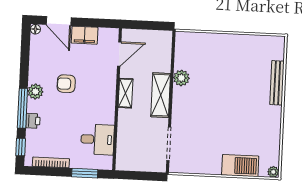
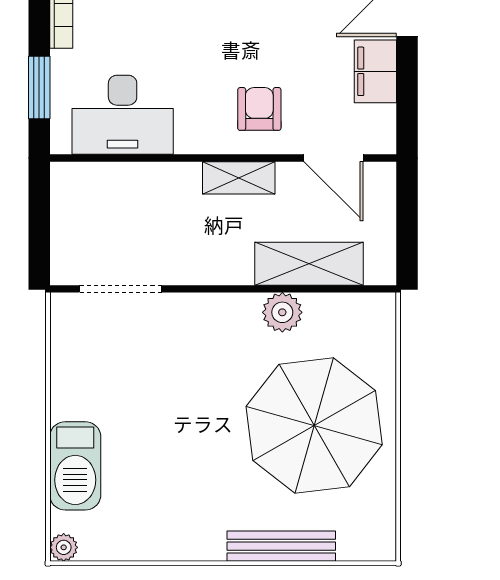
parasol: (228, 67) -> (314, 425), added
armchair: (66, 84) -> (259, 109), moved
shelving: (161, 95) -> (309, 264), moved
desk: (97, 139) -> (123, 115), width x1.37

